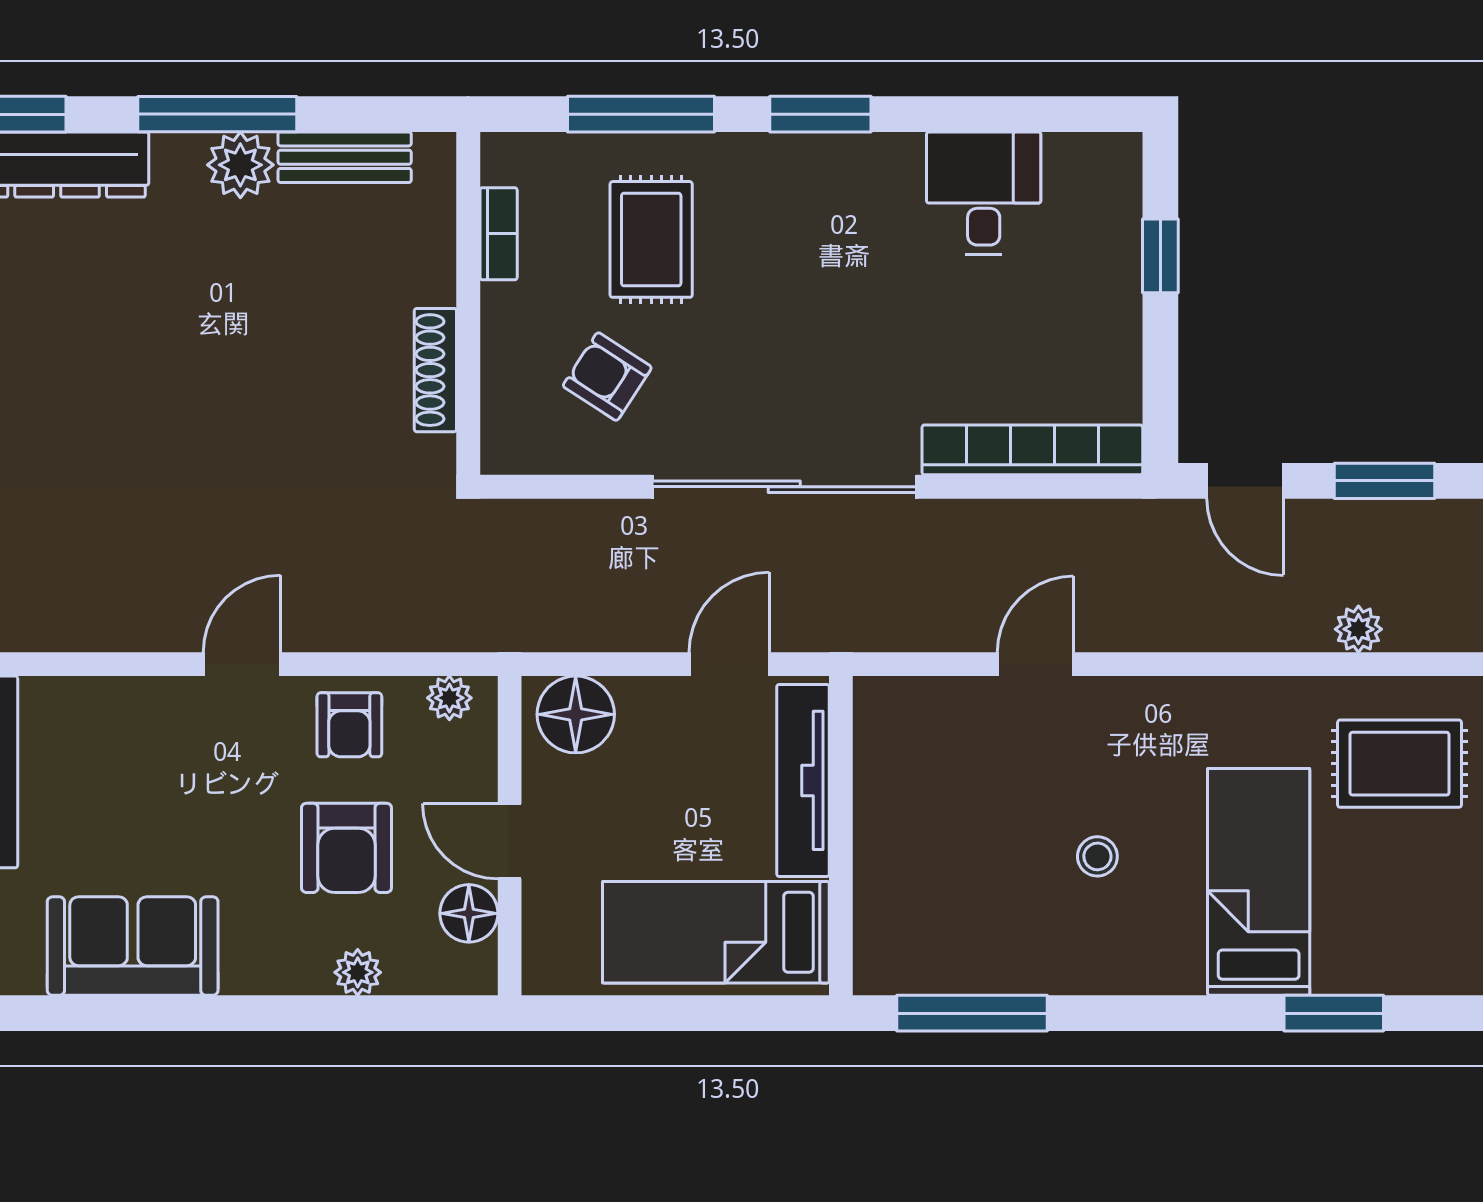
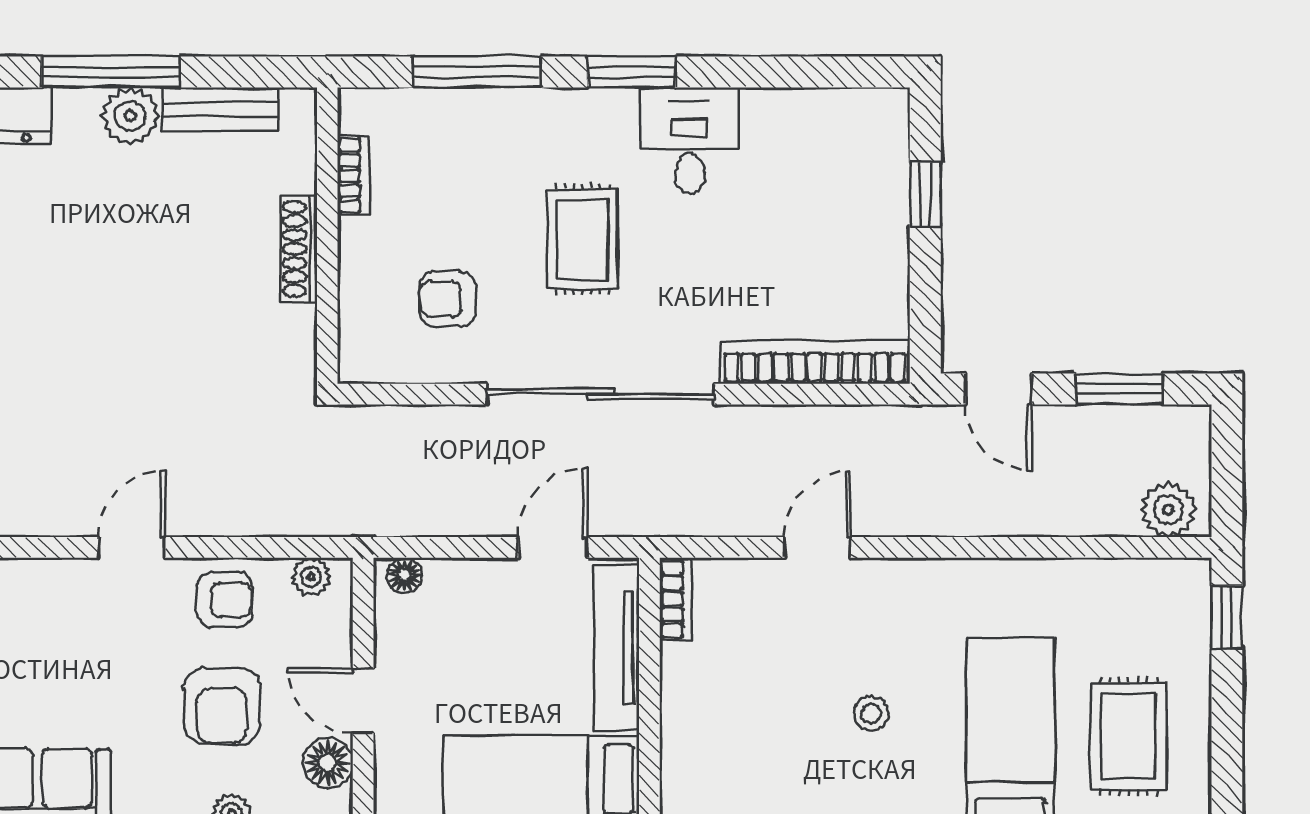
desk: (984, 193) -> (690, 141), moved
rug: (651, 239) -> (582, 239), moved
shoe rack: (435, 370) -> (299, 249), moved
armchair: (607, 377) -> (447, 299), turned -33
plant: (1358, 629) -> (1168, 510), moved, width x1.38, depth x1.38
floor lamp: (576, 714) -> (405, 575), width x0.53, depth x0.53
bookcase: (872, 724) -> (676, 599), added
armchair: (349, 725) -> (225, 600), turned -90
rug: (1400, 764) -> (1128, 736), moved, turned 90

